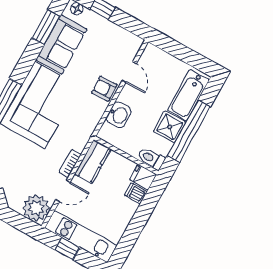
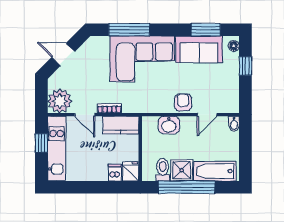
bidet: (153, 51) -> (234, 124), added
toilet: (151, 159) -> (163, 170), moved

